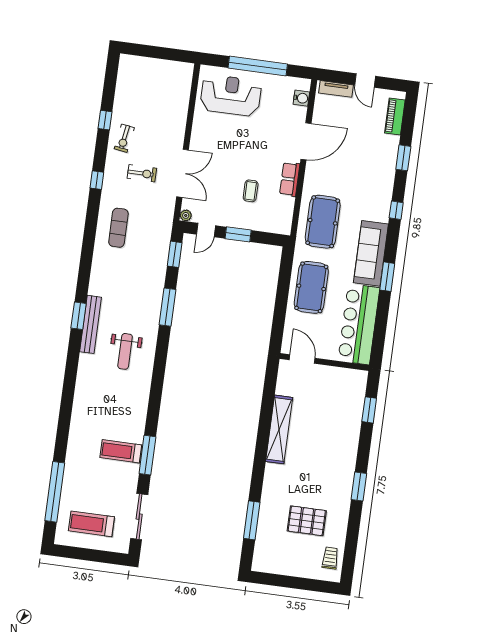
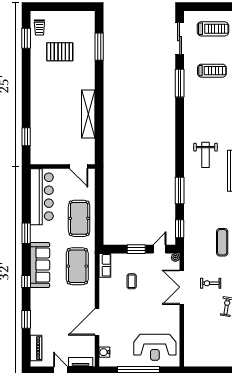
row of seats: (290, 179) -> (105, 265), moved
sofa: (371, 253) -> (40, 265), moved
weight bench: (125, 351) -> (205, 155), turned 180
treadmill: (121, 451) -> (212, 71), moved
window: (359, 486) -> (26, 38), moved

